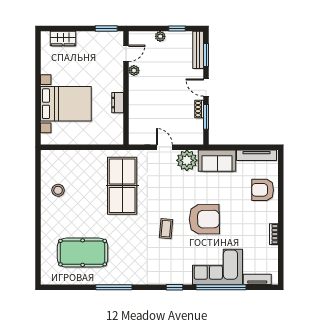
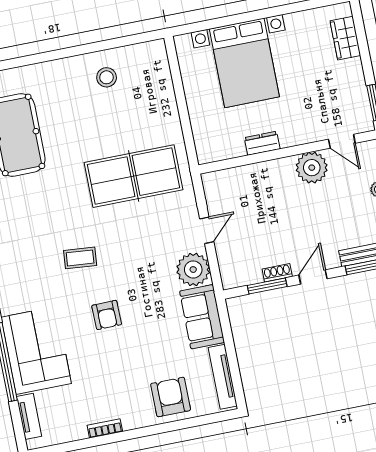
plant: (134, 70) -> (312, 168), width x1.87, depth x1.87
armchair: (204, 219) -> (107, 315), width x0.53, depth x0.53

